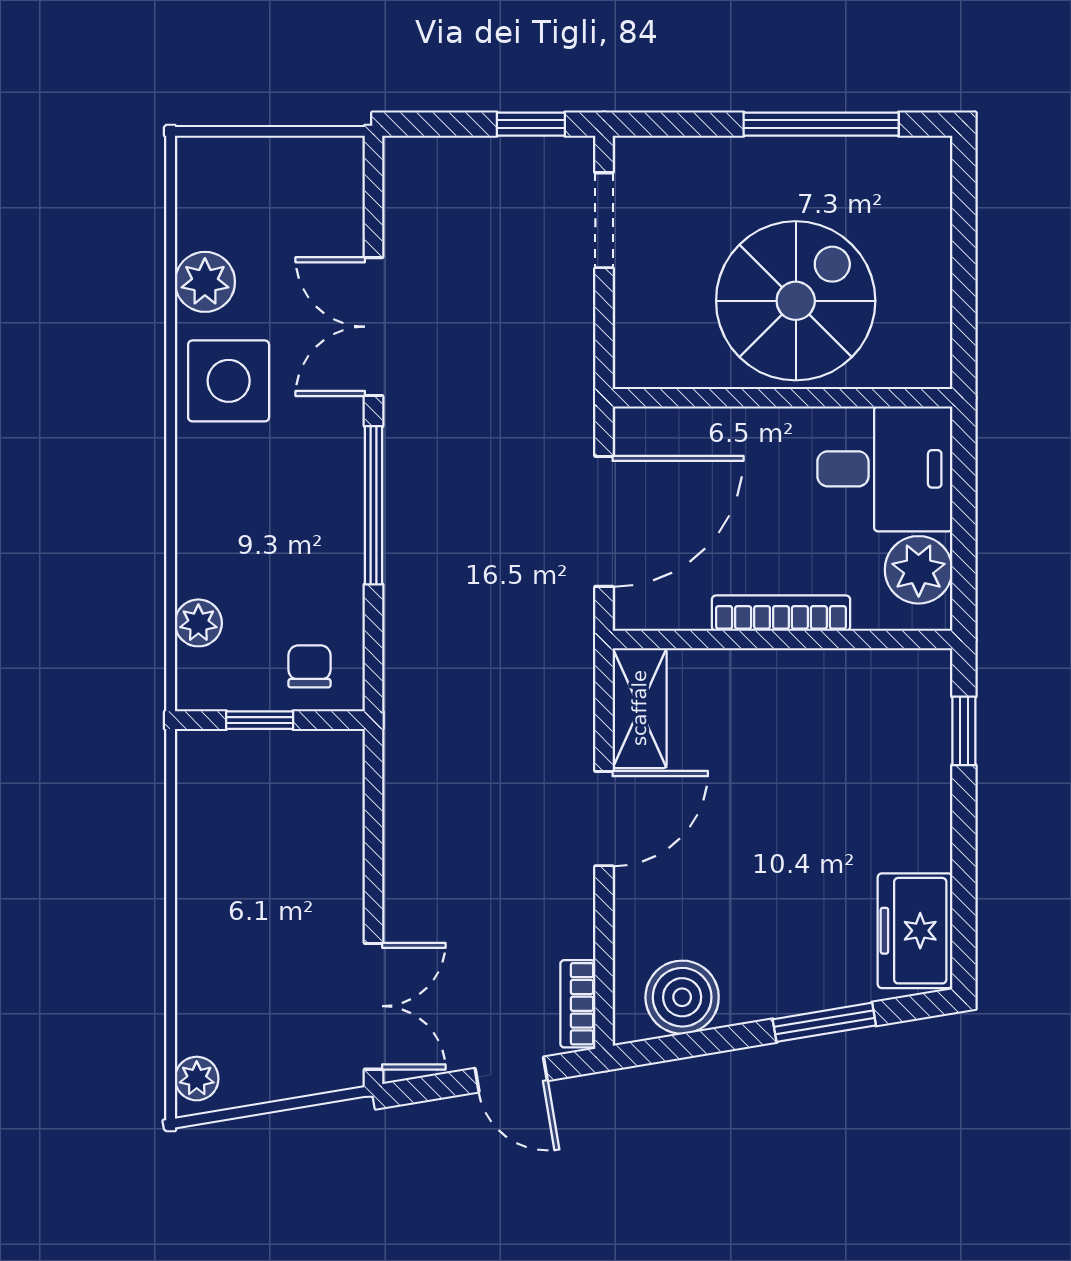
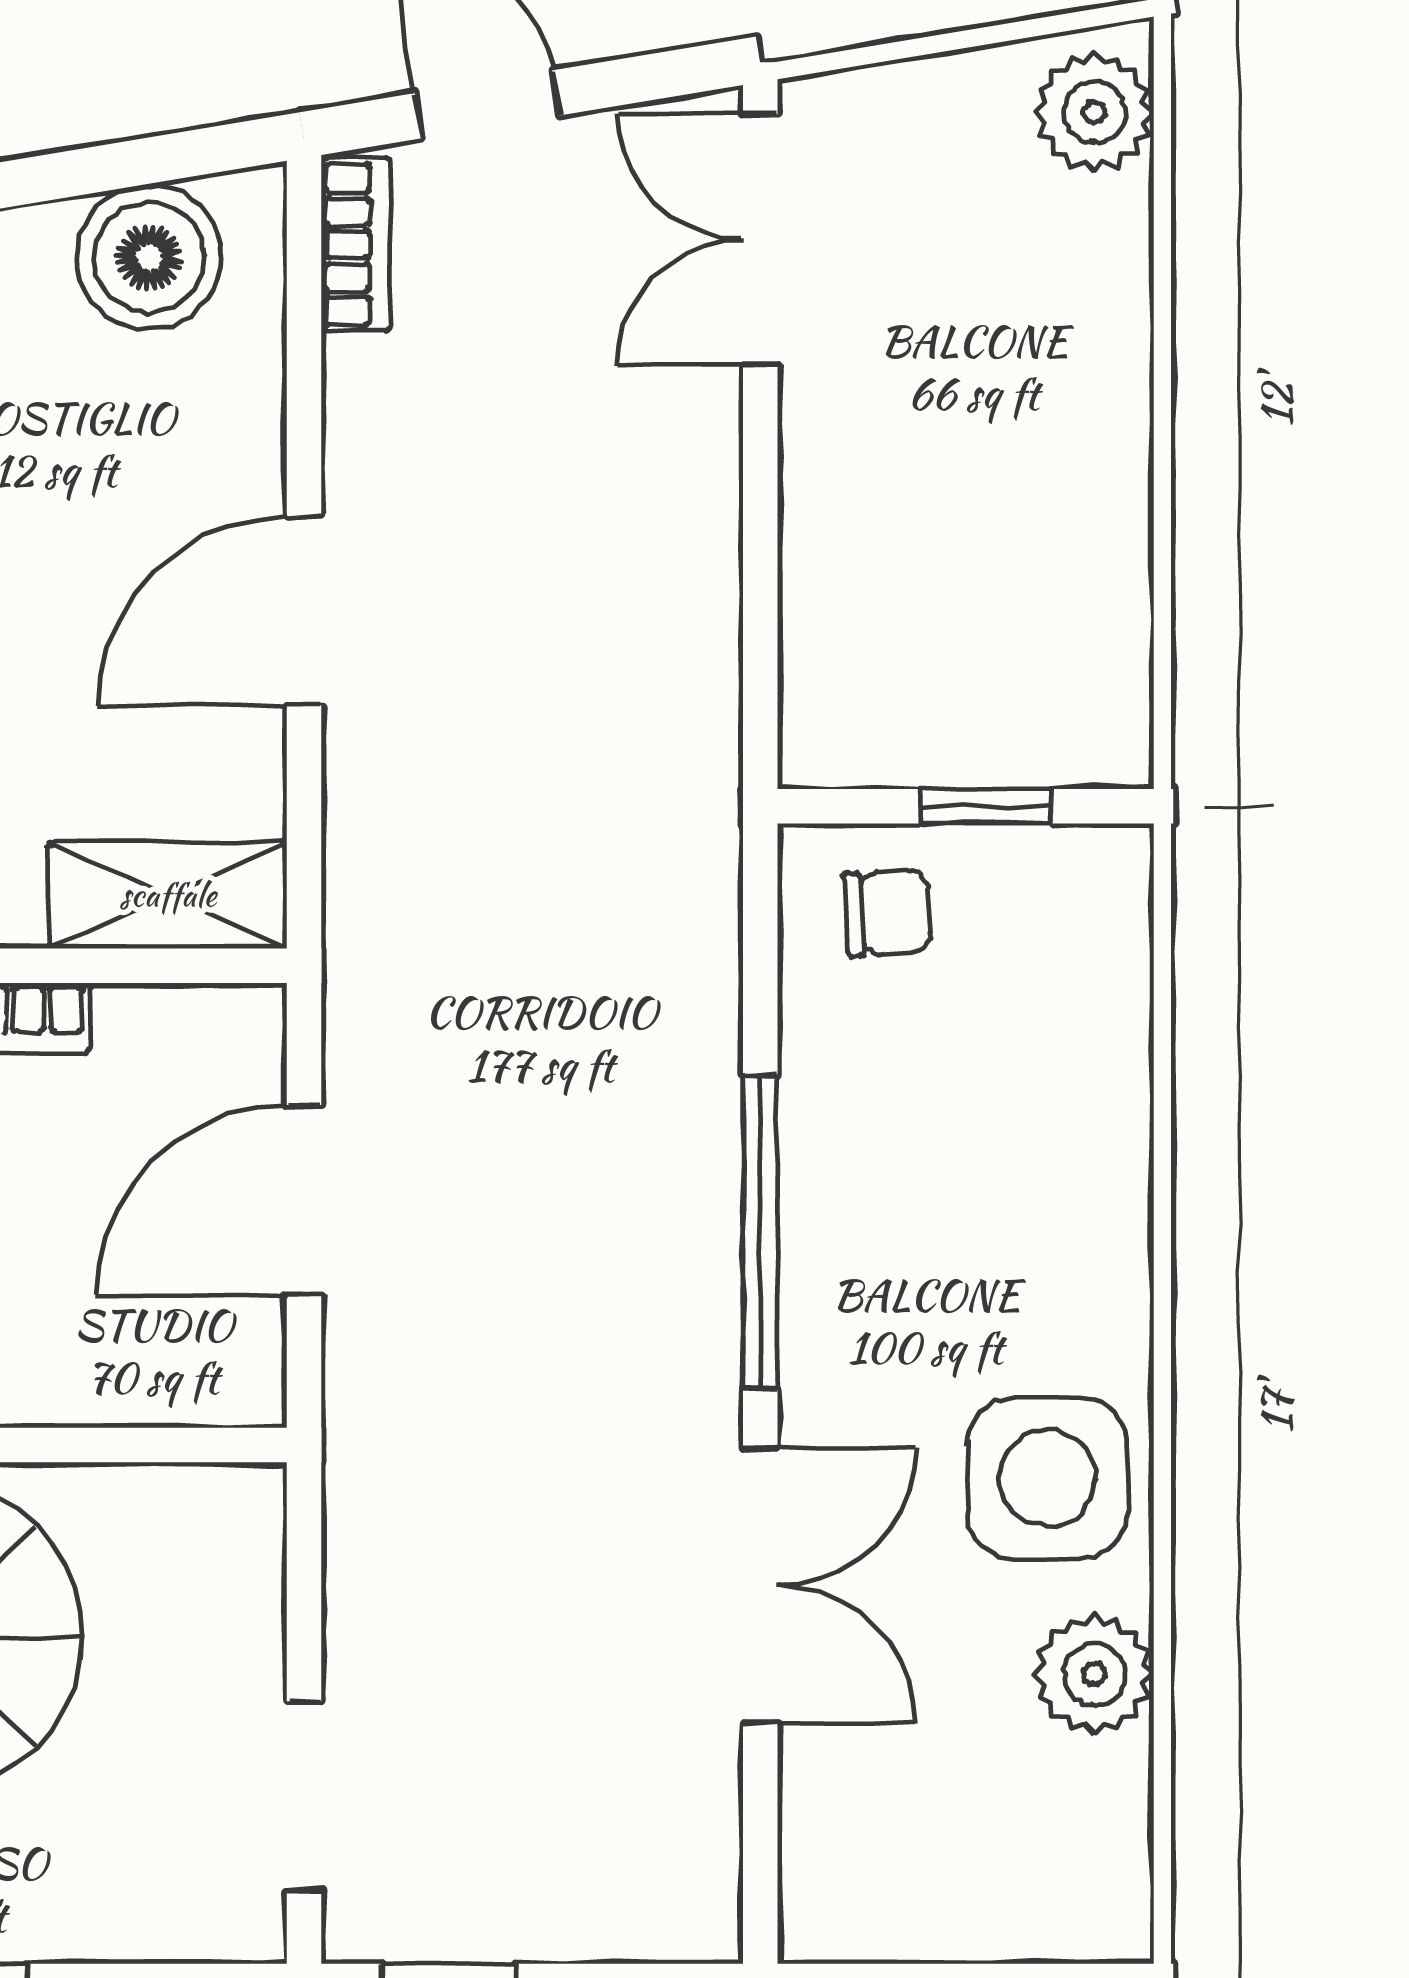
door: (604, 521) -> (304, 1200), width x0.73
plant: (198, 623) -> (1107, 999), removed
chair: (309, 666) -> (887, 913), turned -93
shelving: (640, 708) -> (168, 895), moved, turned 90
plant: (197, 1079) -> (1094, 112), width x1.38, depth x1.38

